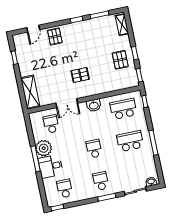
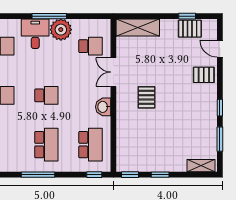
pallet: (120, 60) -> (190, 29), moved

